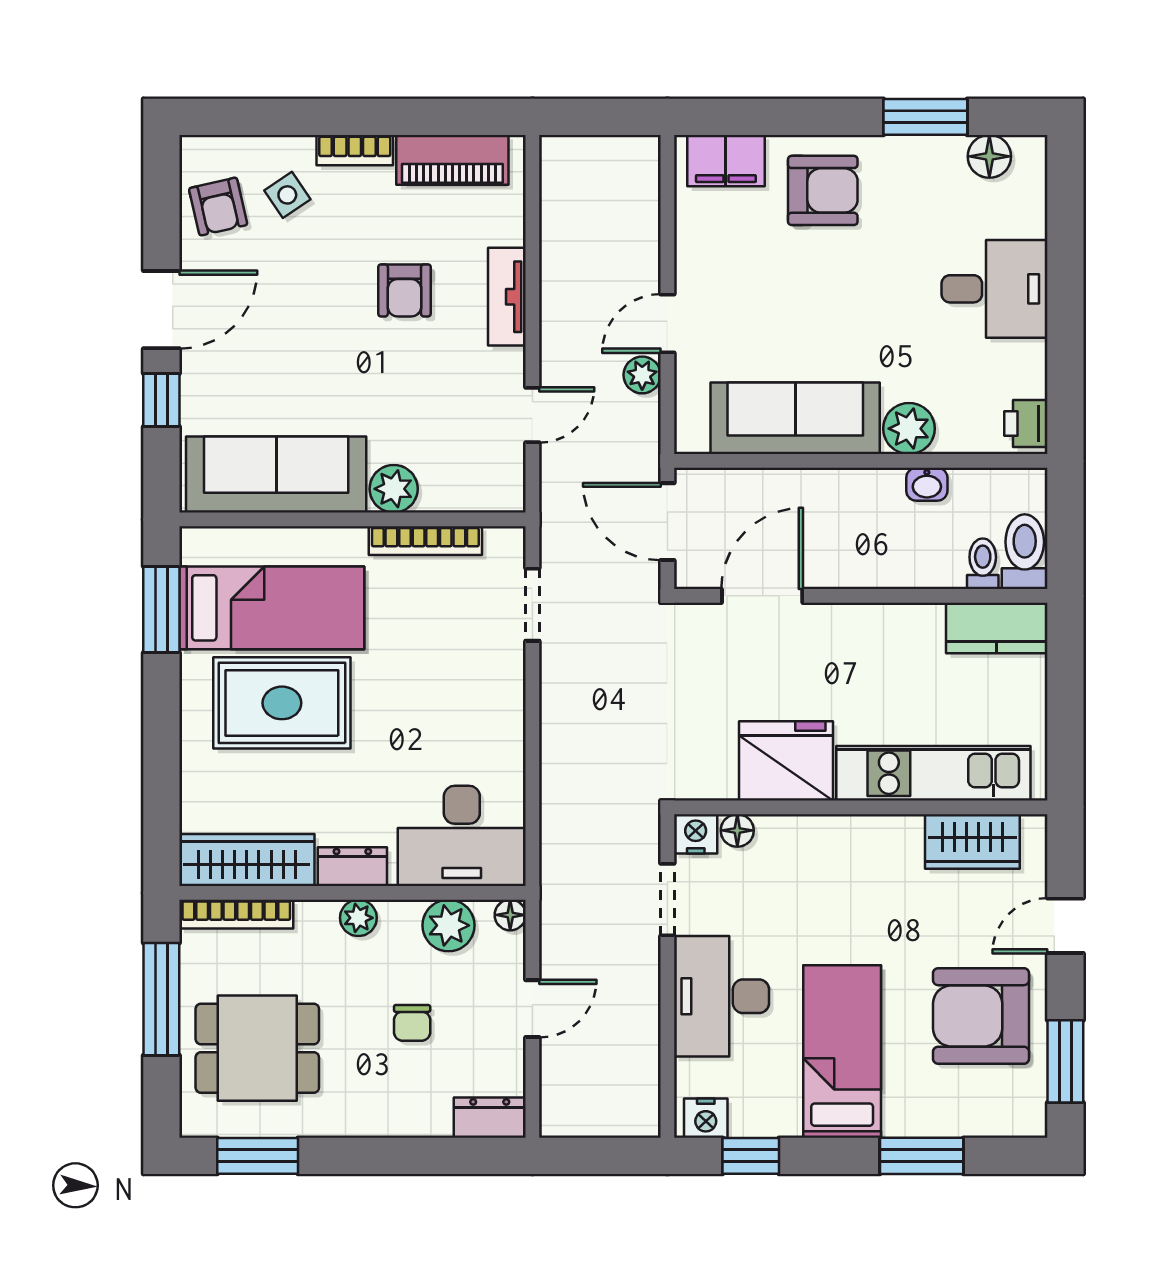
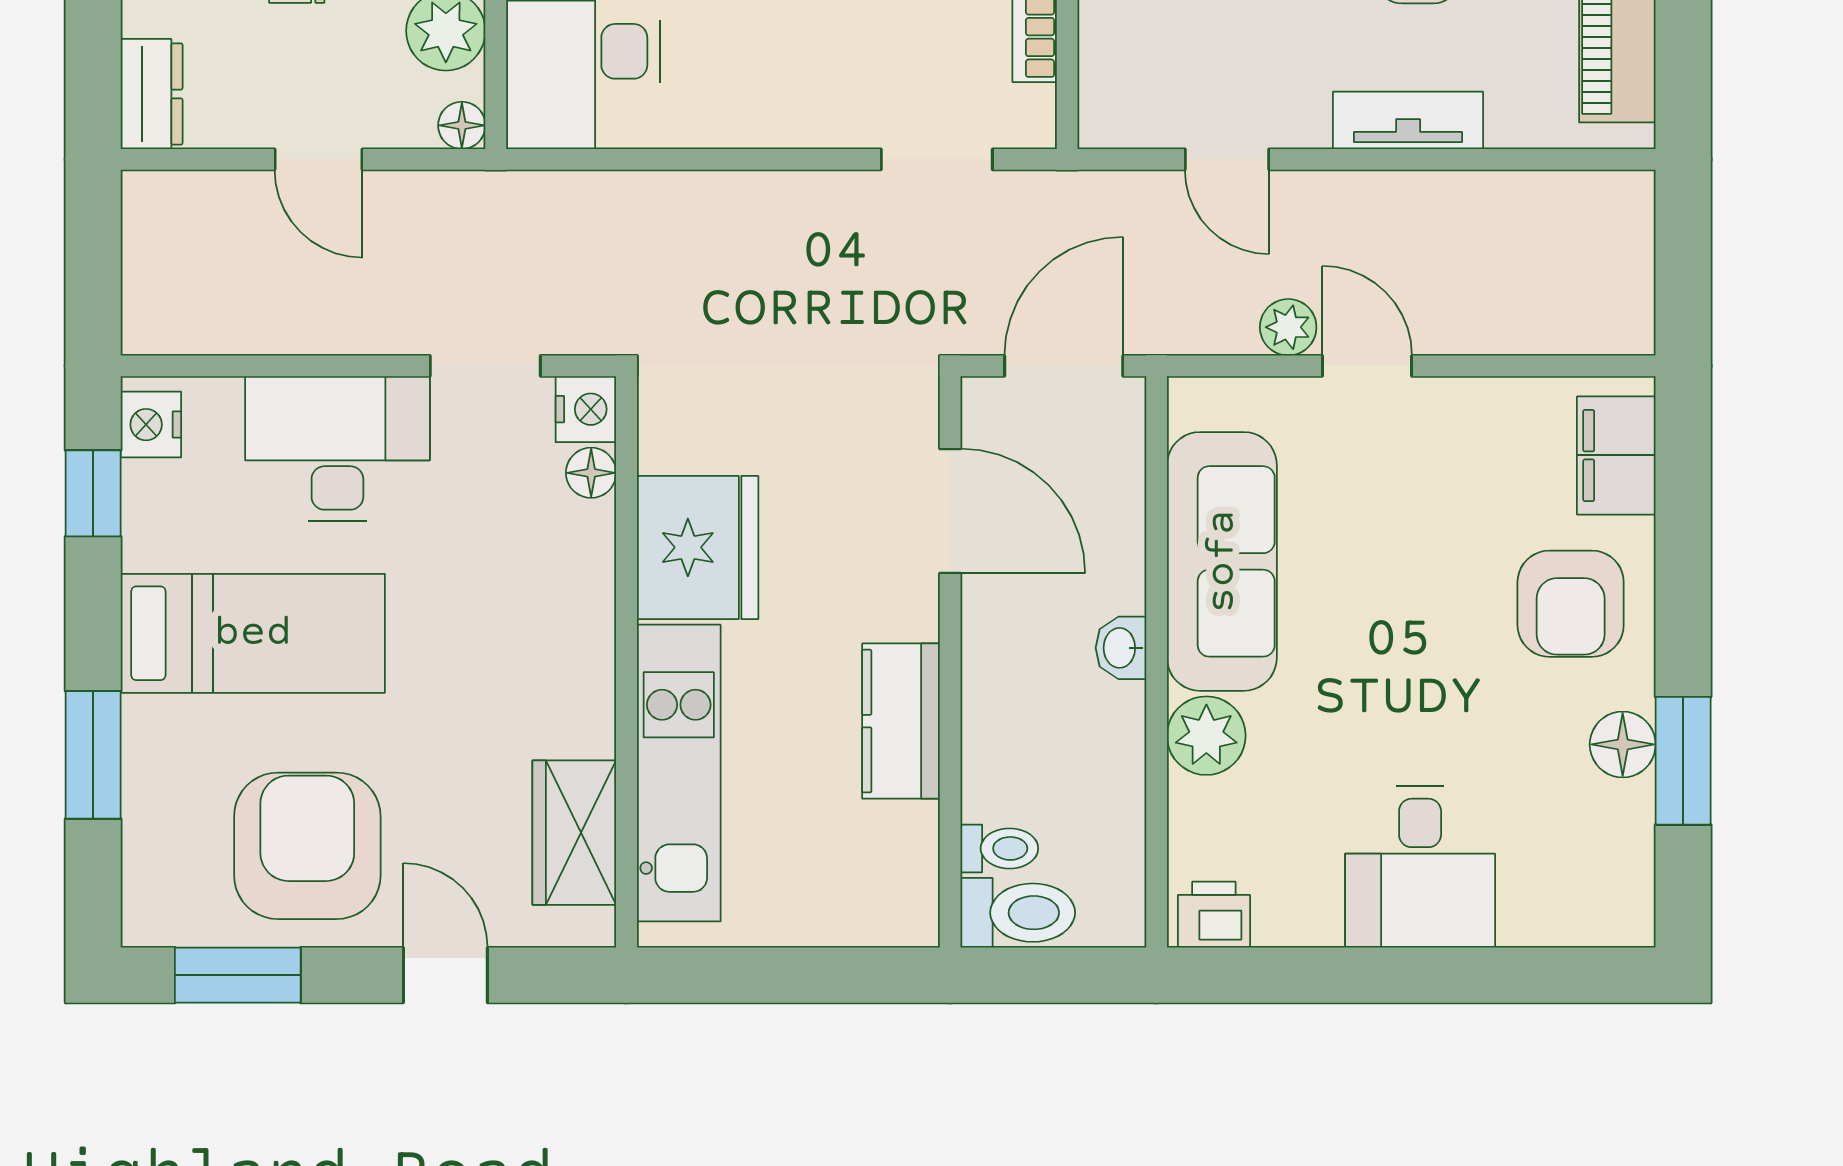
floor lamp: (989, 156) -> (1623, 744), moved
washbasin: (927, 484) -> (1121, 648), moved
kitchen counter: (997, 628) -> (901, 721), moved

